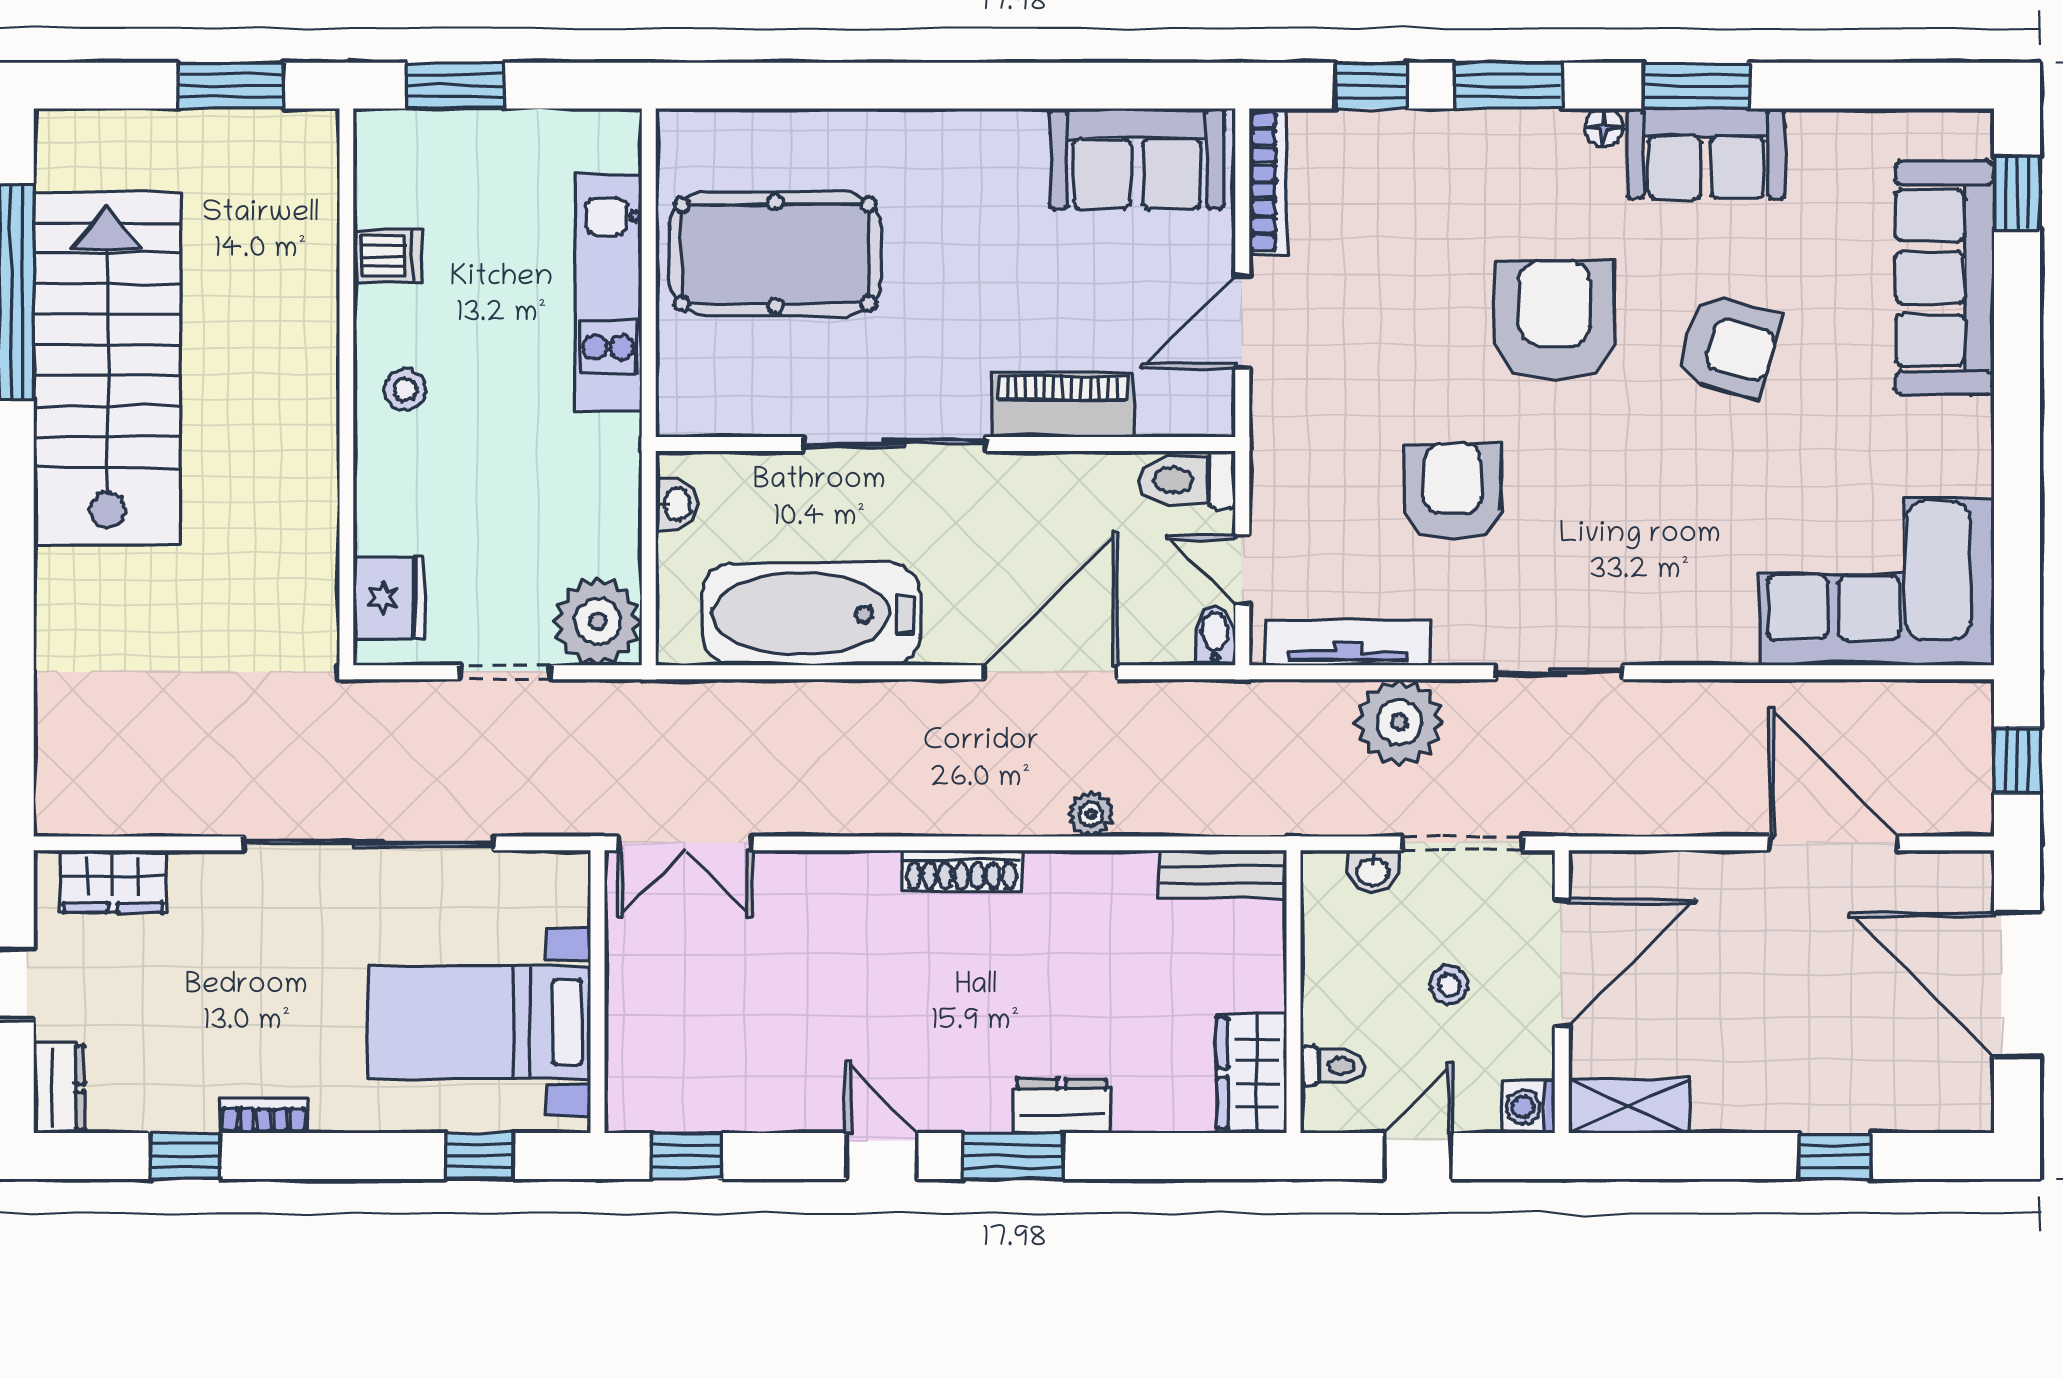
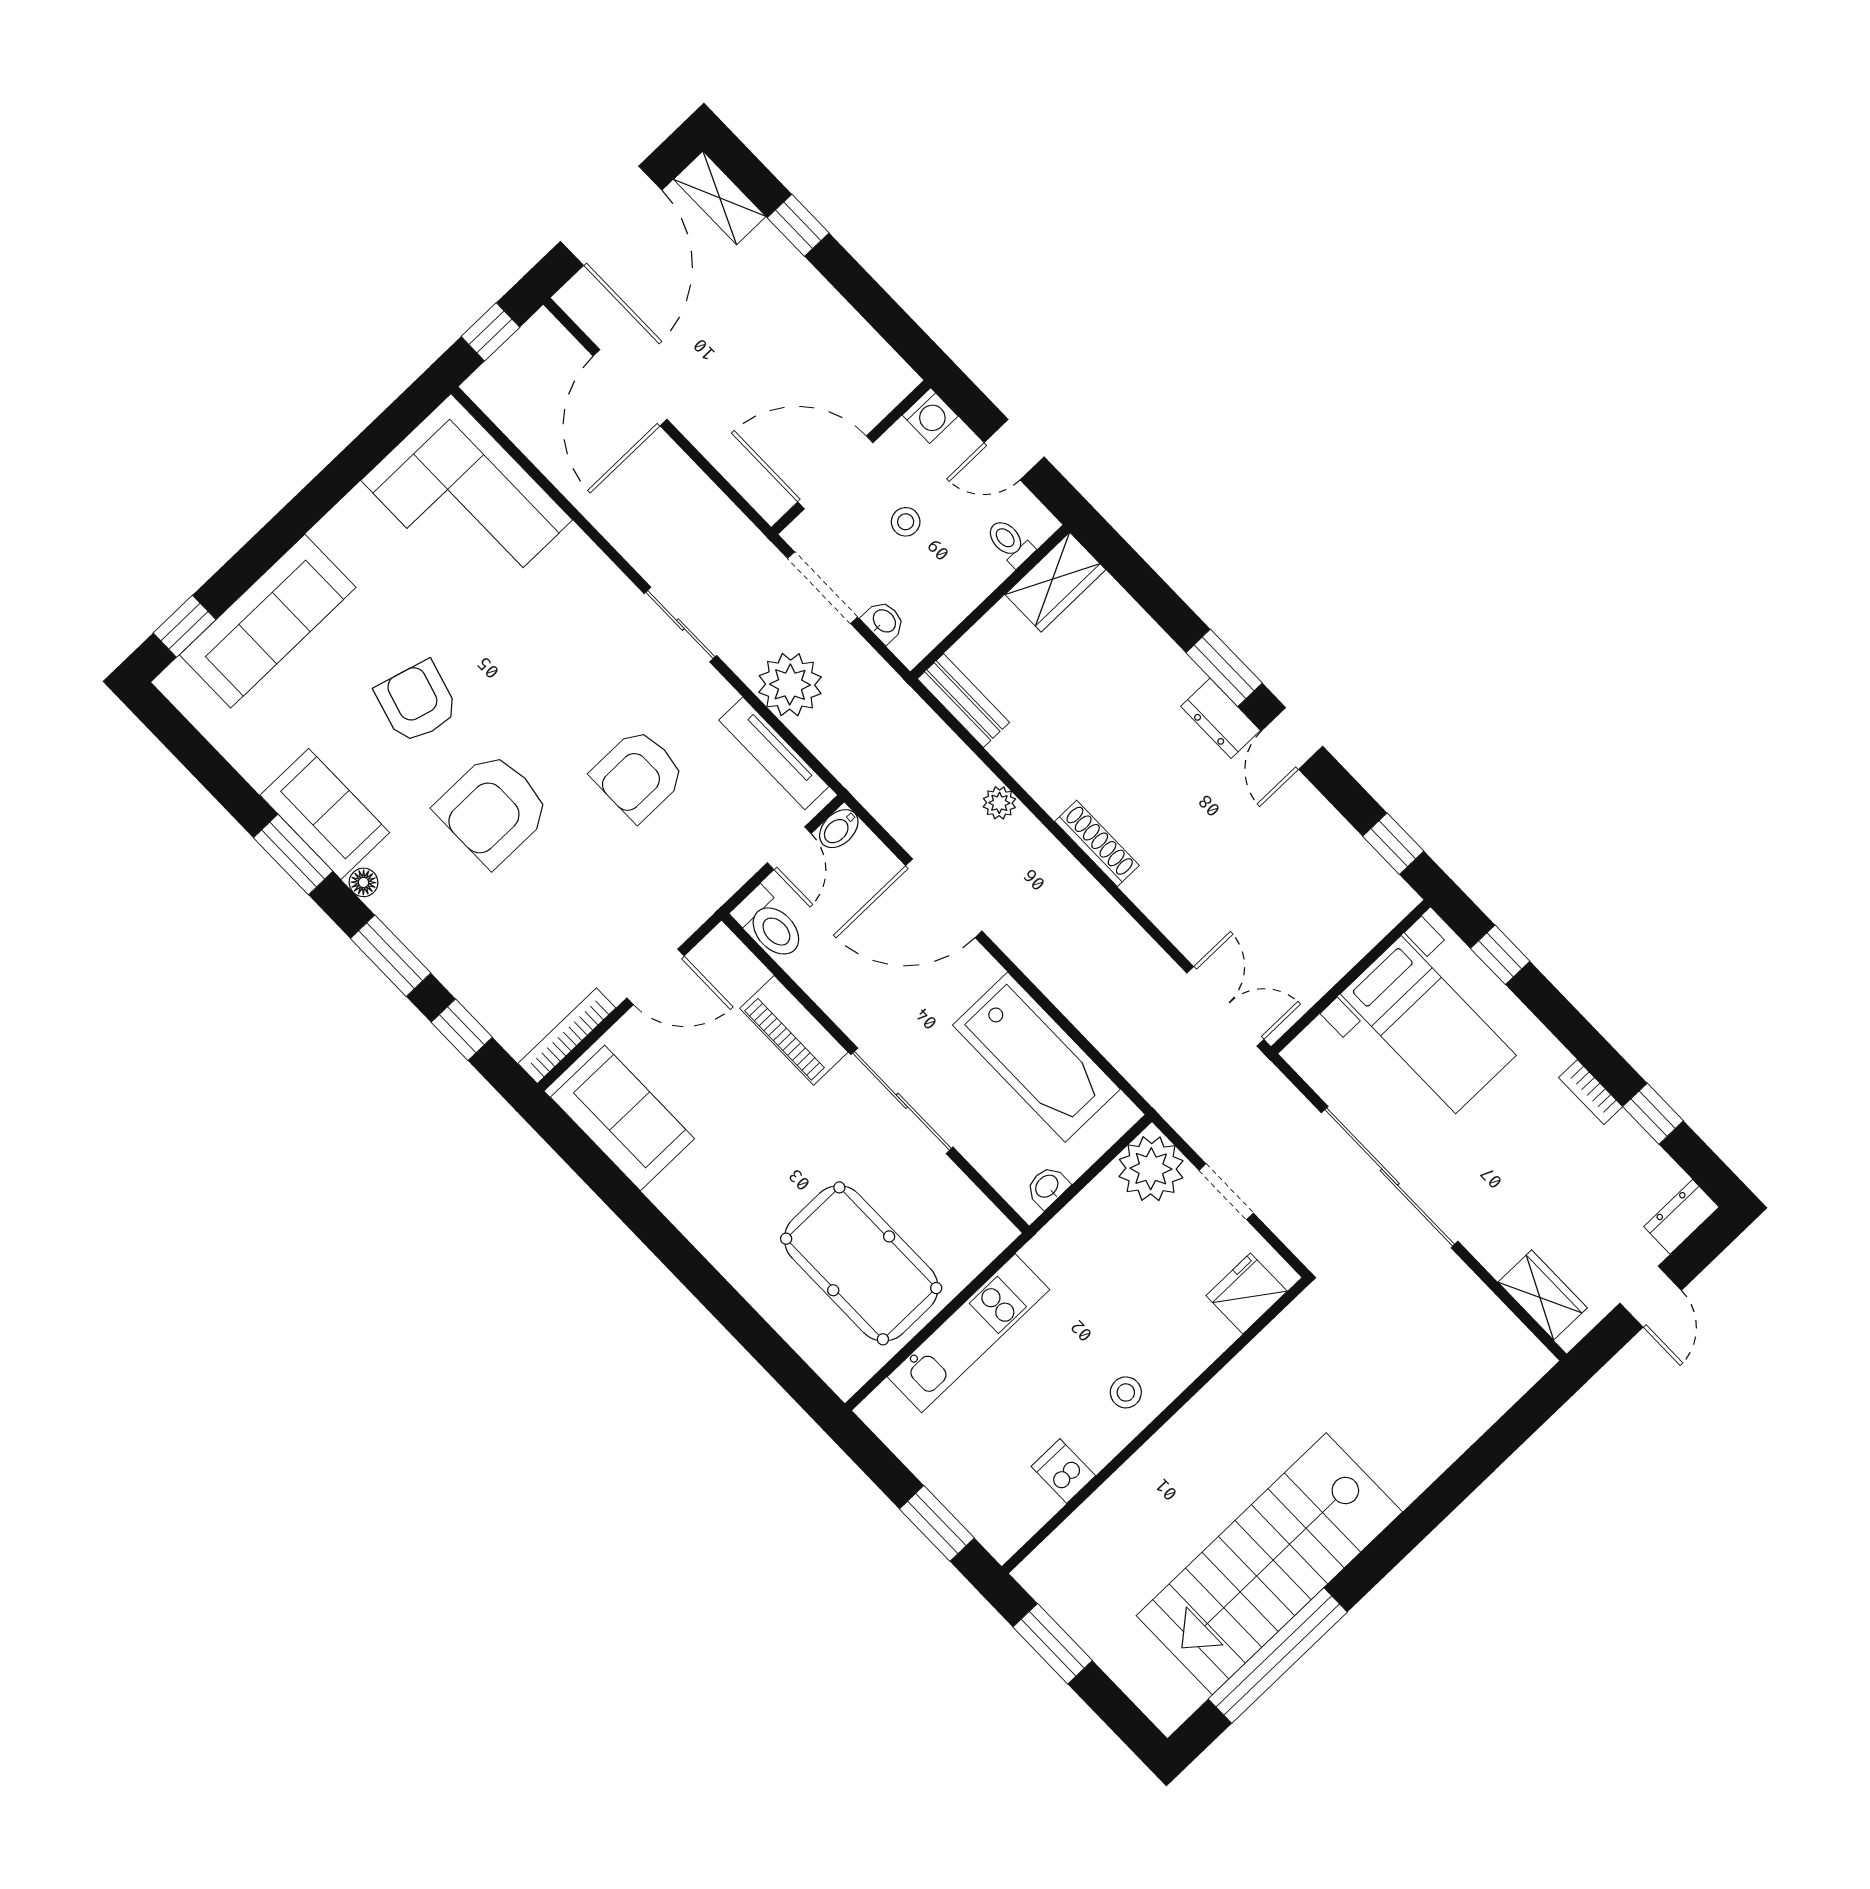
dresser: (1062, 1106) -> (1221, 718), moved
shelving: (1629, 1106) -> (720, 198), moved

